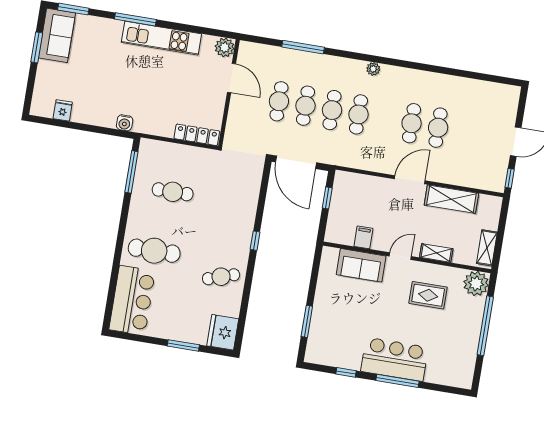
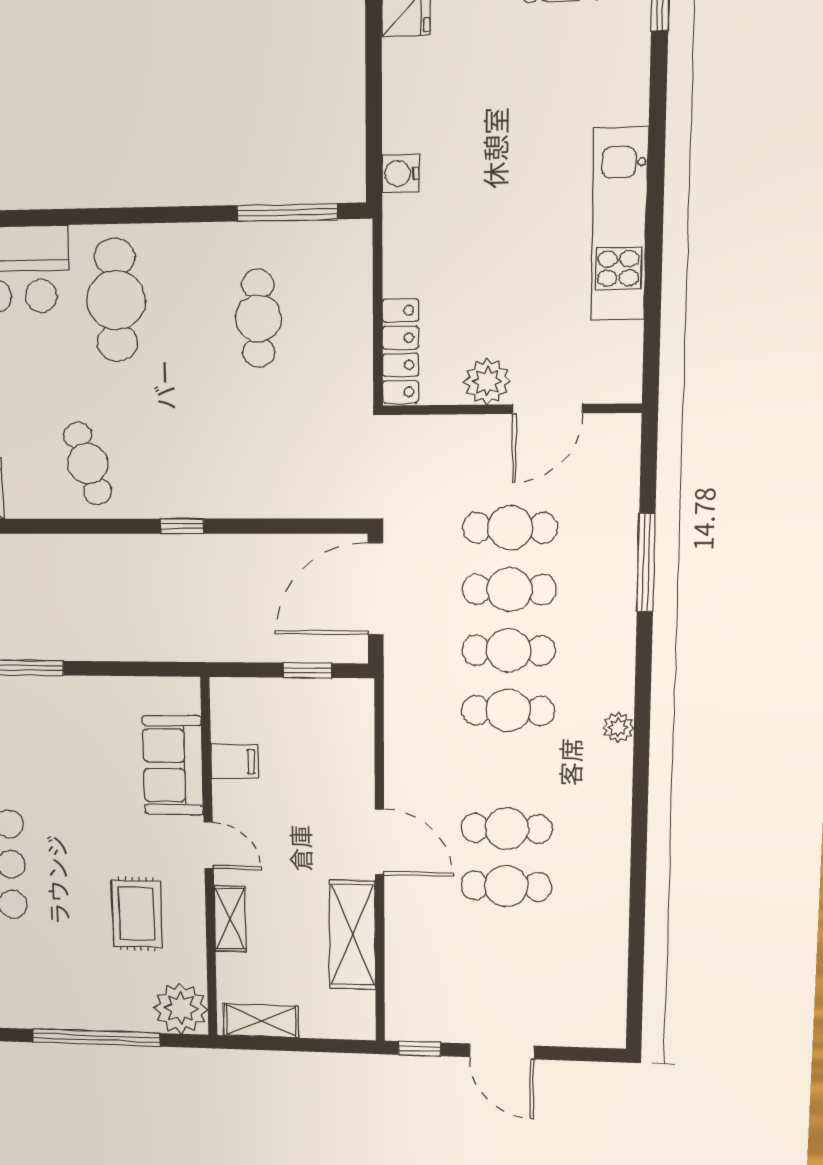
window: (135, 19) -> (657, 152), removed
plant: (225, 47) -> (487, 382), moved

